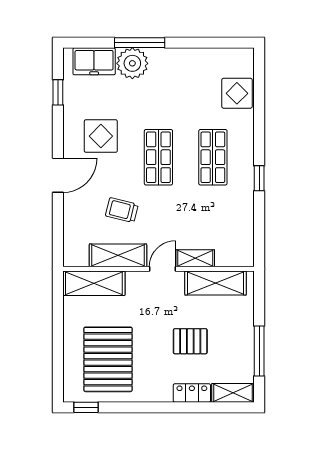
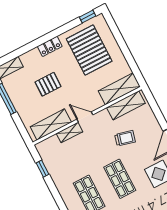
window: (259, 178) -> (42, 169), moved
shelving: (118, 255) -> (126, 105), moved
door: (162, 269) -> (85, 117), swing flipped
locker: (192, 393) -> (50, 46), moved

